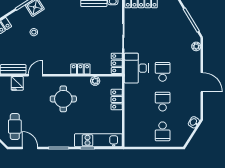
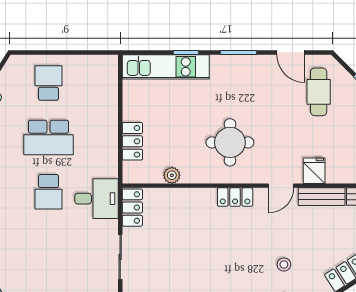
desk: (136, 68) -> (97, 199), width x0.73
locker: (80, 69) -> (235, 197), moved
school desk: (163, 102) -> (48, 137), width x1.85

